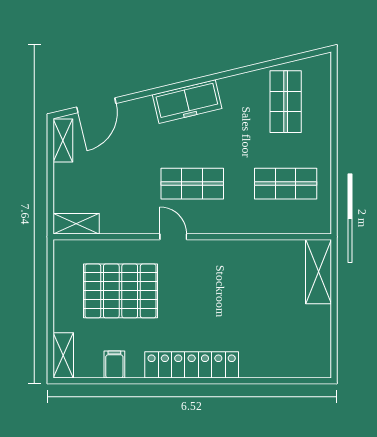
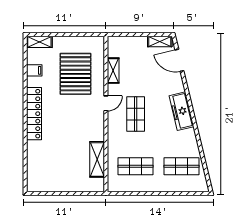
shop shelf: (286, 184) -> (136, 166), turned 90
shelving: (76, 224) -> (113, 71), moved
shelving: (319, 272) -> (97, 159), moved, turned 90

